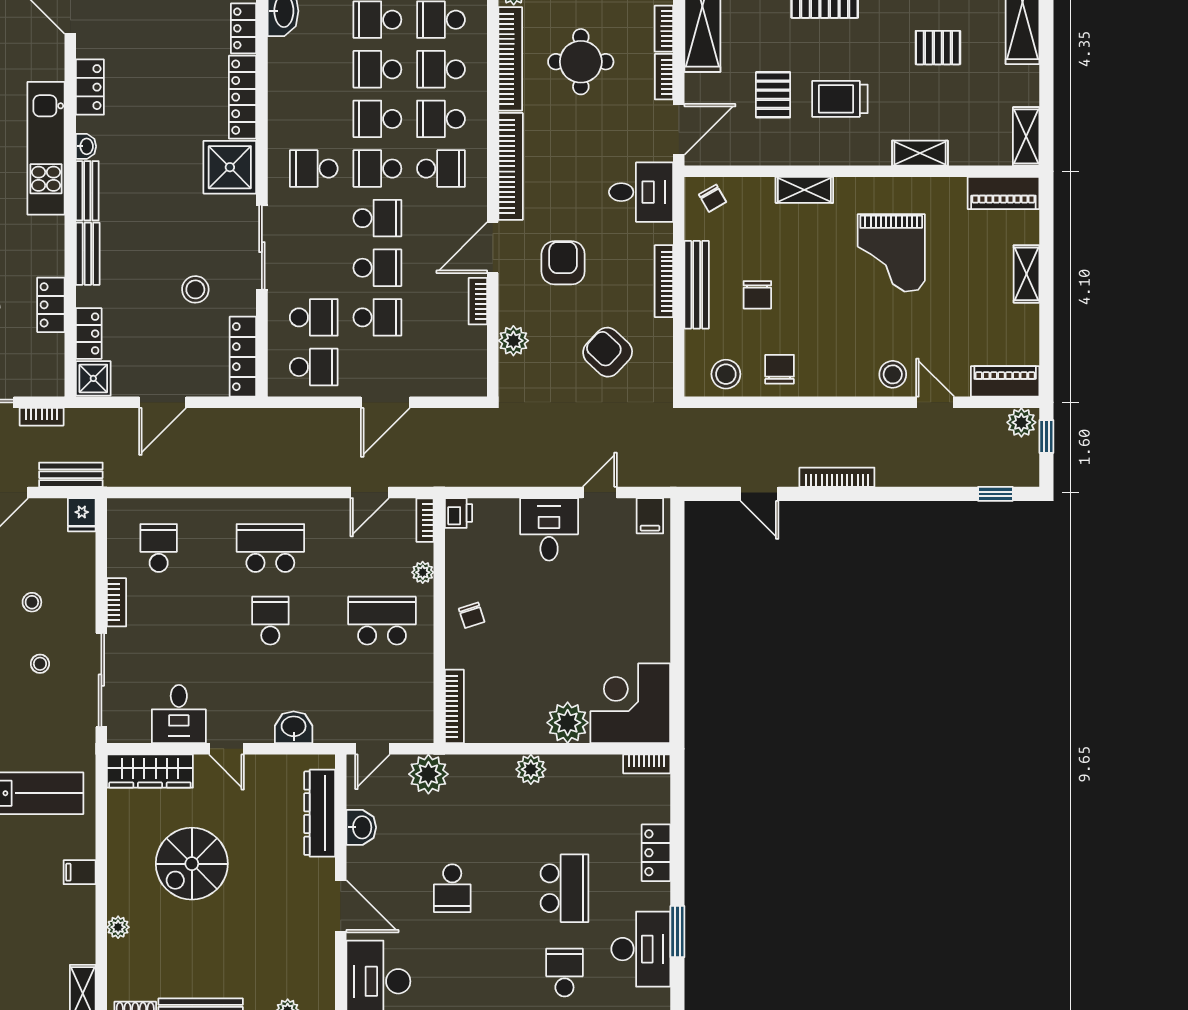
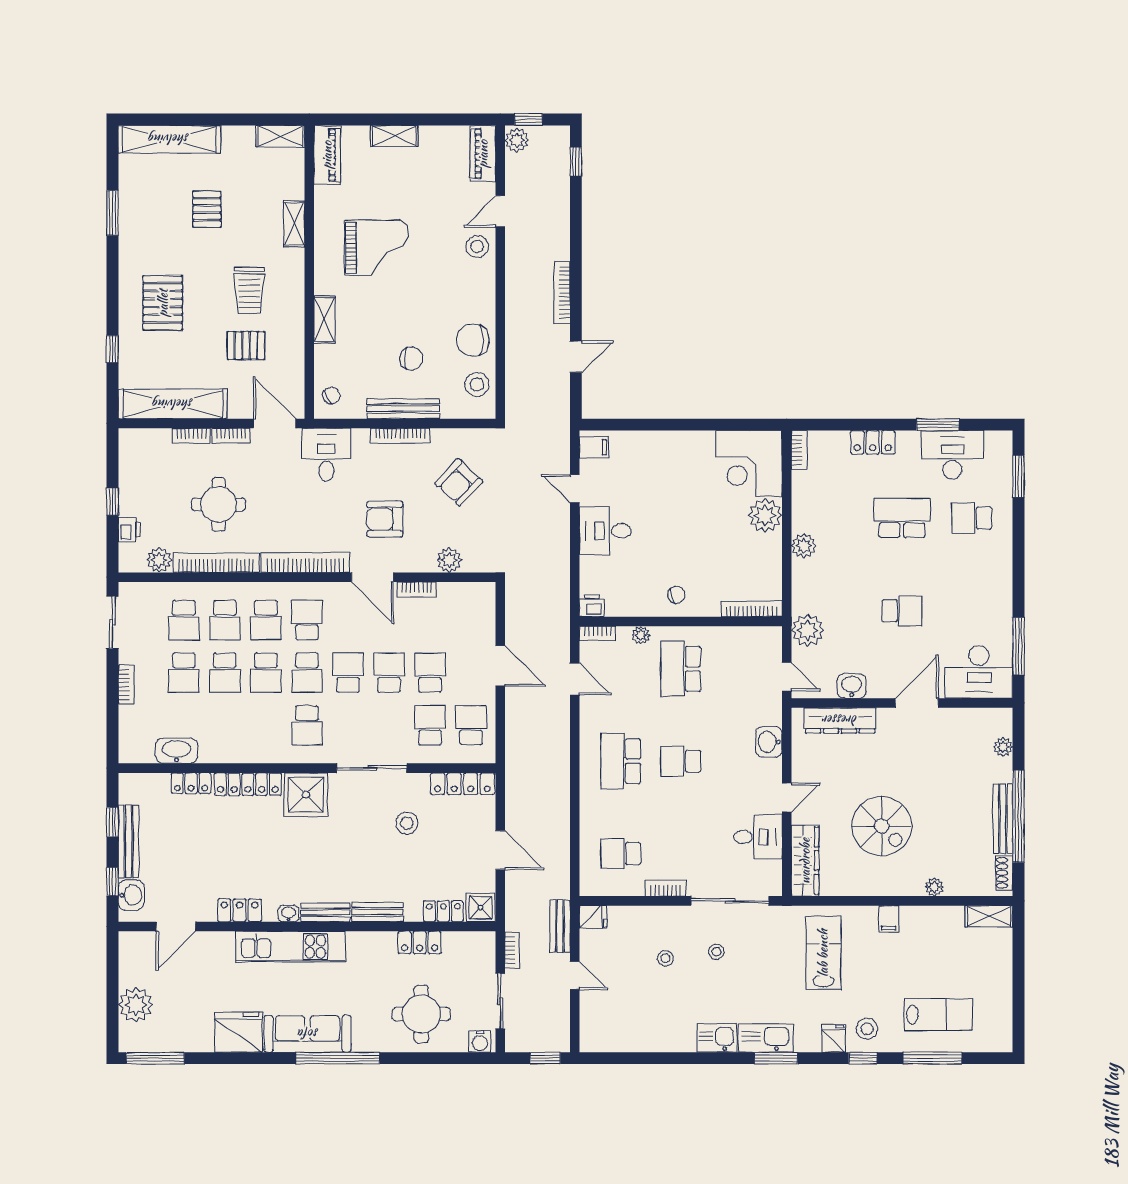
chair: (780, 369) -> (473, 340), width x1.37, depth x1.37

